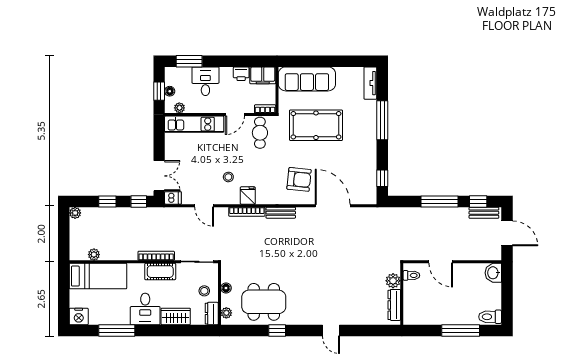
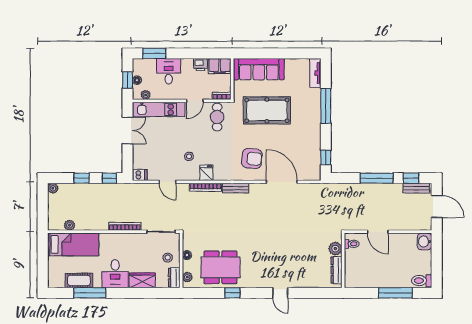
double door: (159, 176) -> (128, 131), moved
cot: (160, 272) -> (79, 280), moved
nightstand: (79, 317) -> (56, 280), removed

